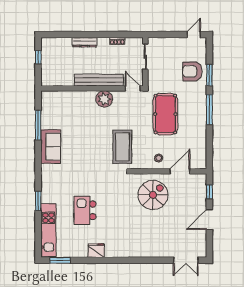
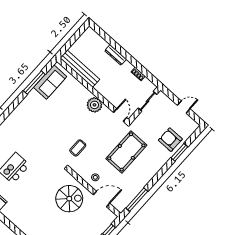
door: (194, 35) -> (184, 107), moved
window: (38, 57) -> (75, 37), removed
bench: (99, 80) -> (80, 69), moved
window: (209, 110) -> (137, 200), moved
sofa: (51, 147) -> (50, 82), moved
coffee table: (122, 147) -> (78, 148), width x0.54, depth x0.58

